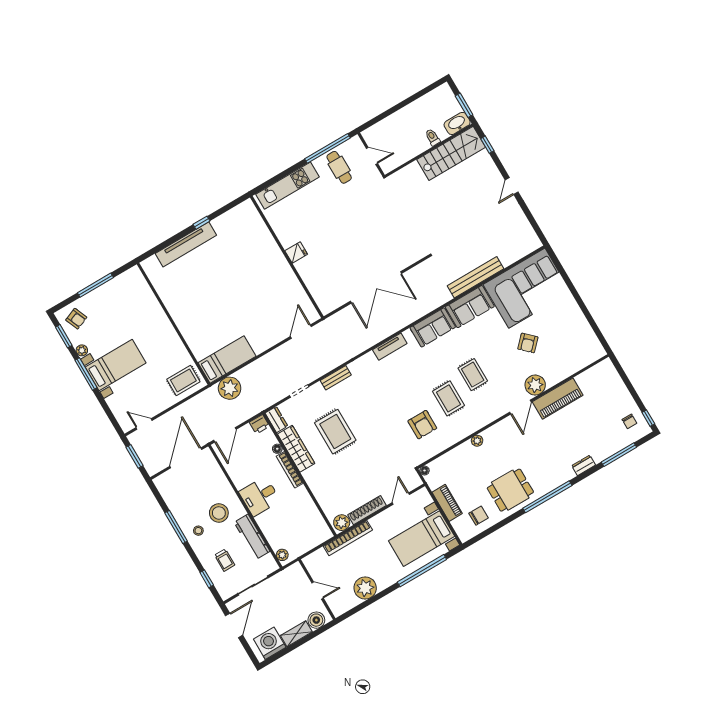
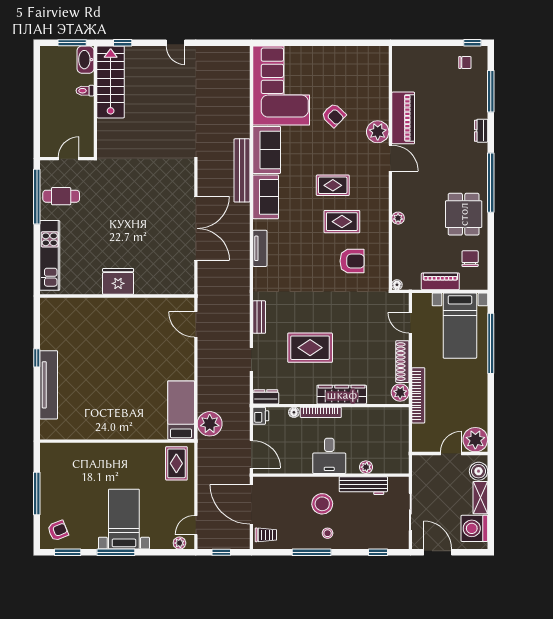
fridge: (296, 253) -> (118, 281), width x1.88, depth x1.34
bench: (476, 277) -> (242, 170), moved
plant: (82, 350) -> (179, 543), moved
wardrobe: (296, 449) -> (342, 395), moved
window: (135, 456) -> (221, 552), width x0.67
plant: (282, 555) -> (366, 467), moved
trolley: (225, 560) -> (266, 535), moved
plant: (365, 588) -> (475, 440), moved

